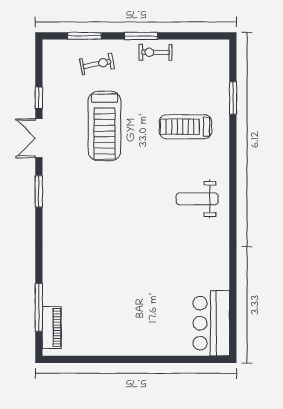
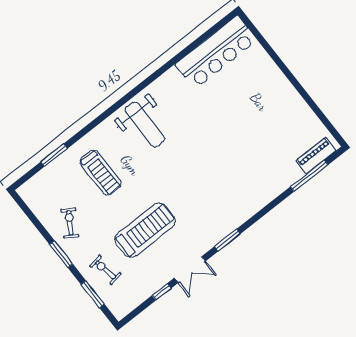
exercise bike: (155, 52) -> (70, 223), moved, turned -148
weight bench: (197, 199) -> (145, 124), width x1.36, depth x1.33
bar counter: (211, 323) -> (216, 52), width x1.36

